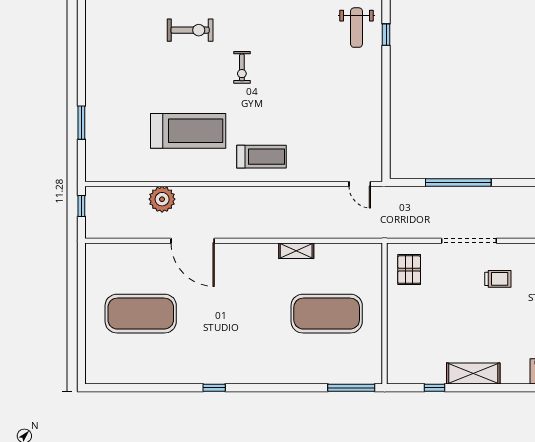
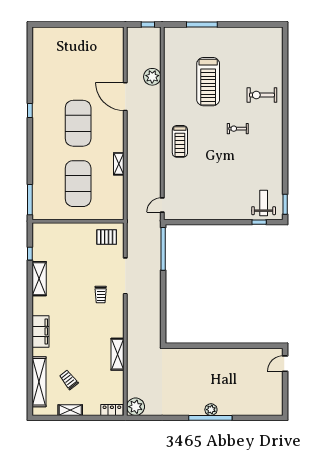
weight bench: (356, 28) -> (264, 203), turned 90
exercise bike: (190, 30) -> (262, 95), turned 90
window: (81, 123) -> (202, 24), width x1.44
treadmill: (188, 131) -> (208, 82), moved
window: (458, 183) -> (163, 249), moved
door: (193, 241) -> (125, 97), hinge flipped
exercise mat: (141, 314) -> (78, 123), moved

